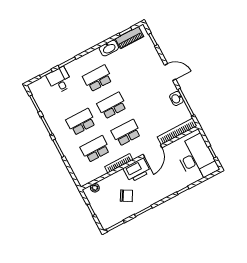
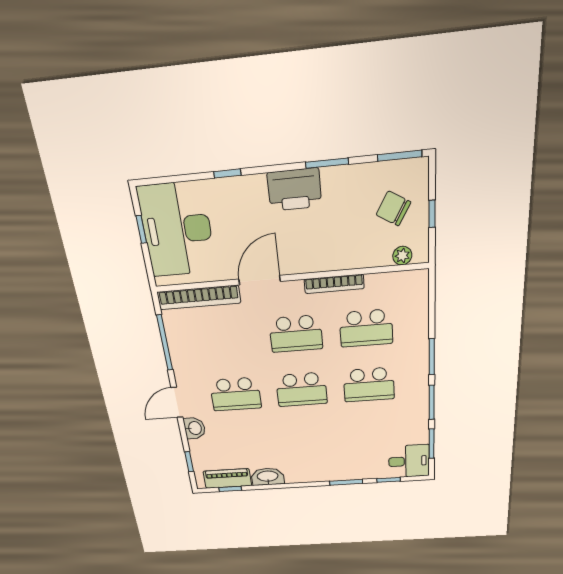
door: (170, 72) -> (177, 402), hinge flipped
school desk: (98, 78) -> (236, 394), moved
desk: (59, 80) -> (409, 461), moved, turned -90
washbasin: (176, 98) -> (194, 428), moved
printer: (137, 170) -> (294, 190), moved, turned 180
chair: (126, 196) -> (393, 209), moved

